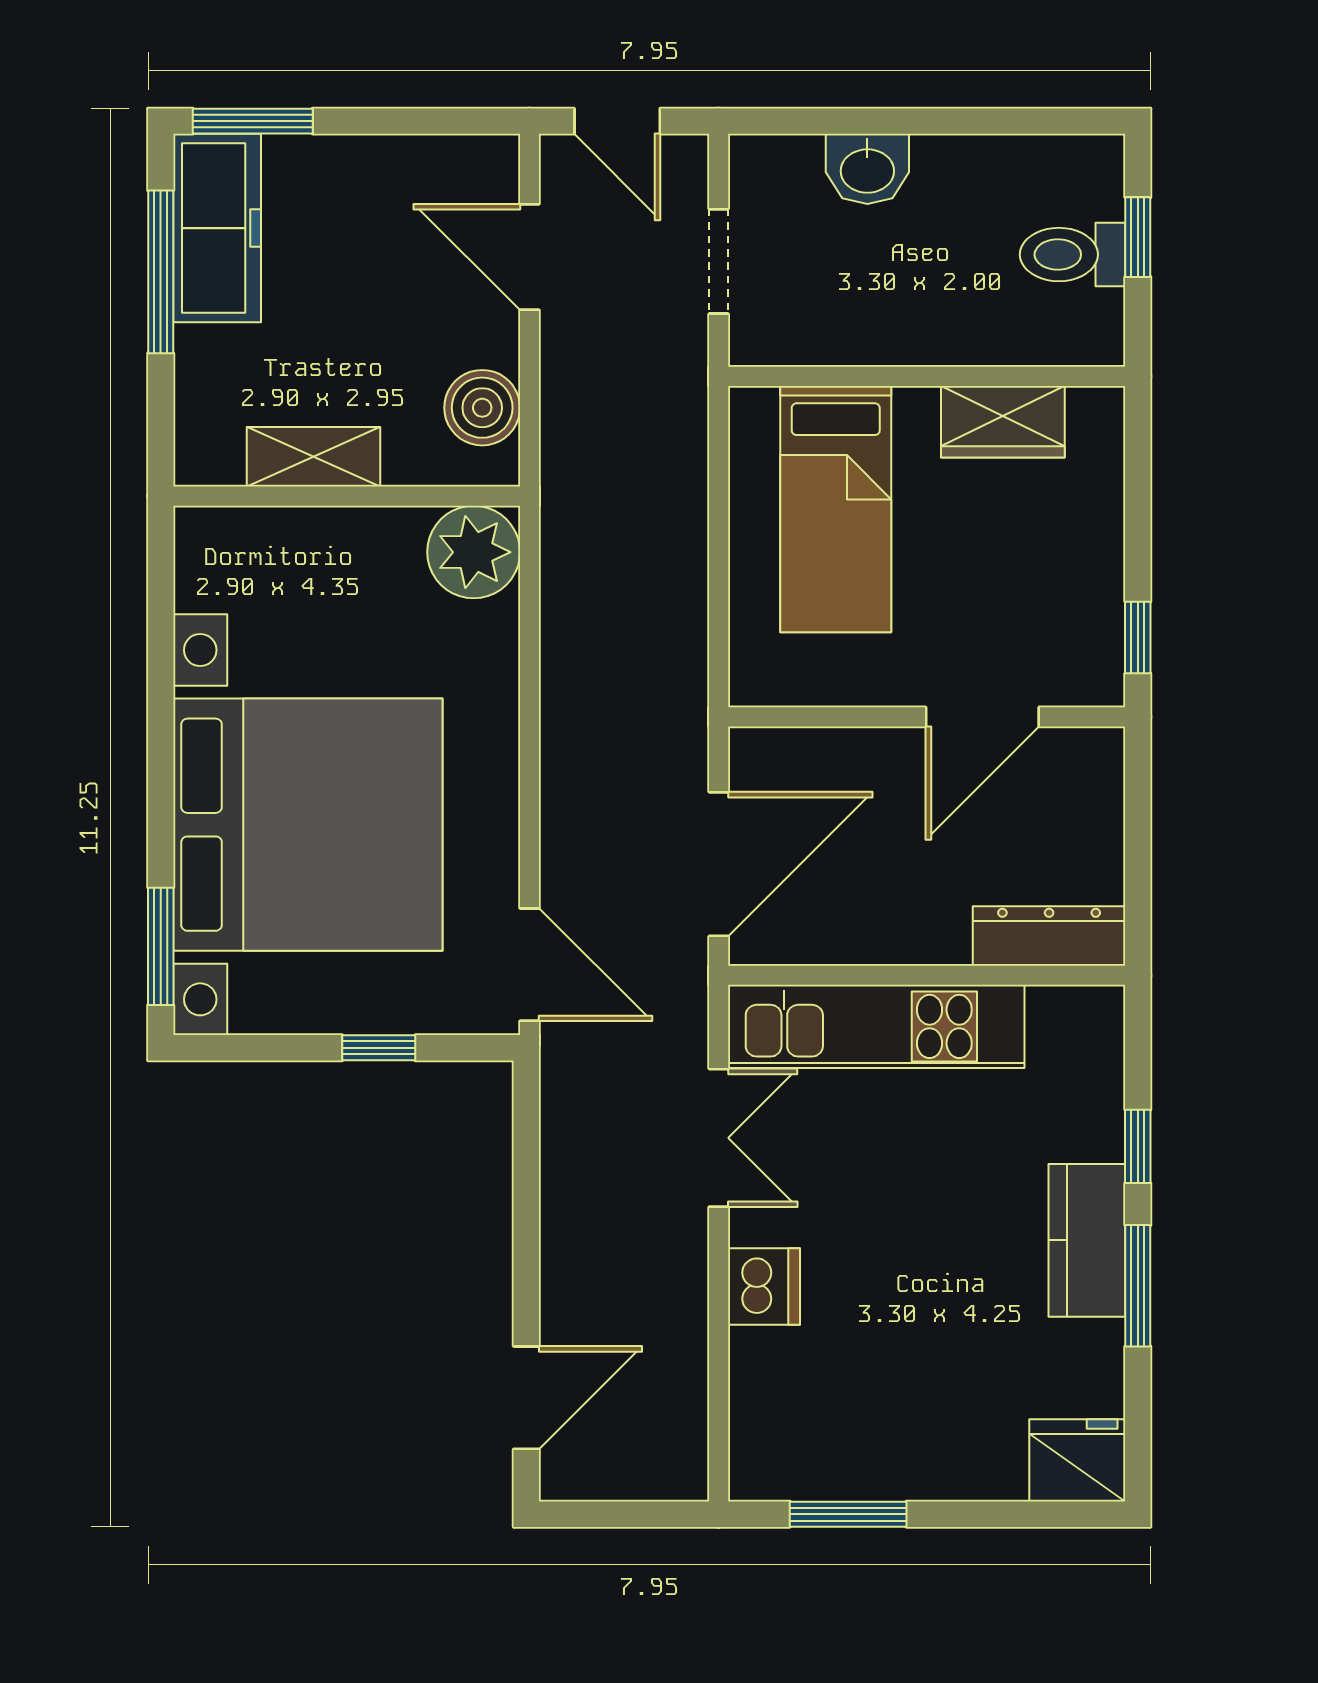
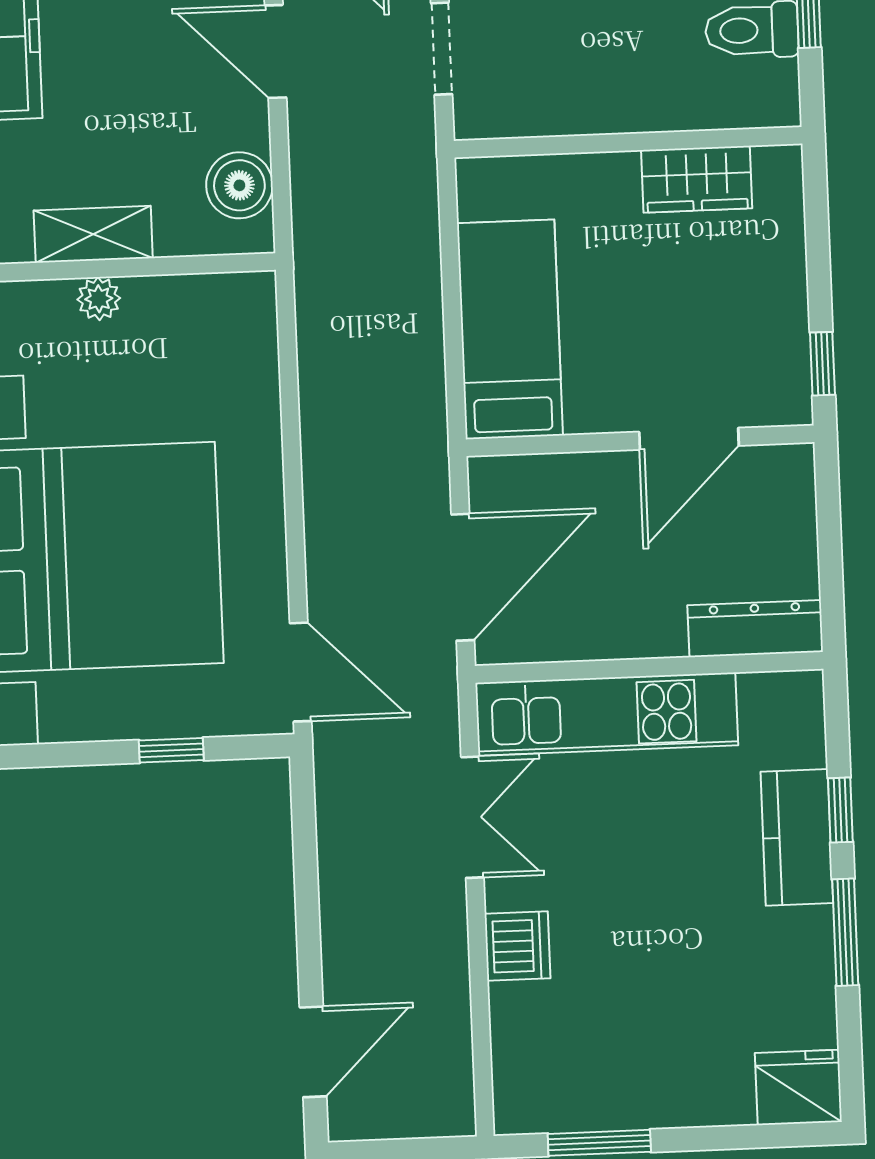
bed: (836, 509) -> (510, 329), moved, turned 180
plant: (474, 552) -> (99, 299), moved, width x0.53, depth x0.53
kitchen counter: (1087, 1240) -> (797, 837), moved

